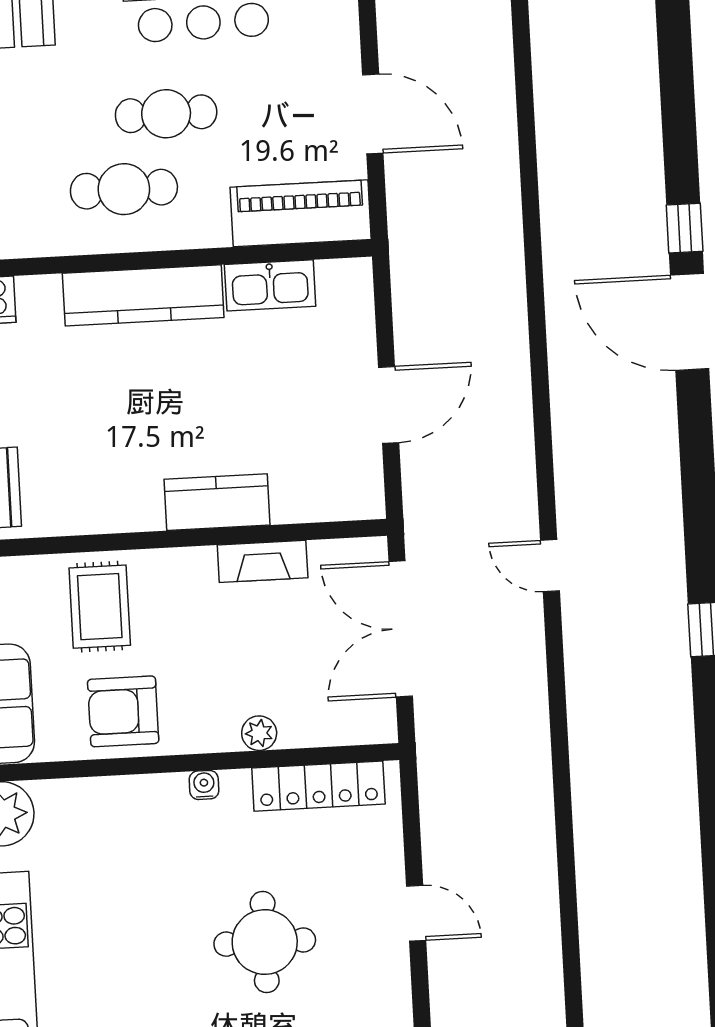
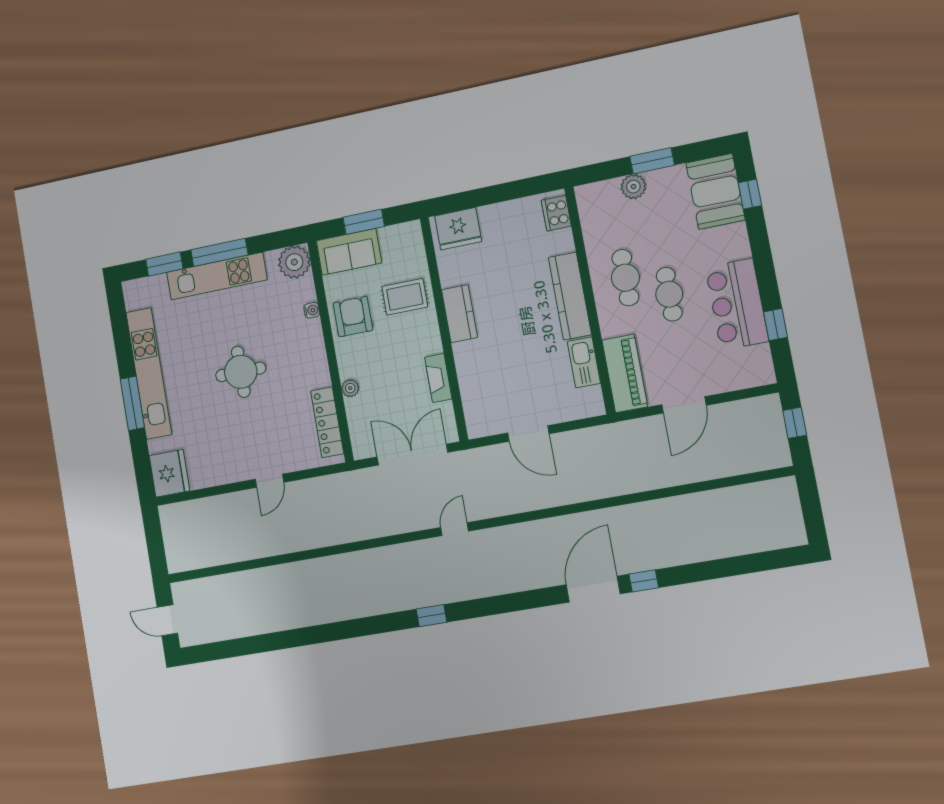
kitchen counter: (217, 502) -> (460, 314), moved
water cooler: (204, 785) -> (312, 310), moved
round table: (265, 942) -> (241, 372), moved

